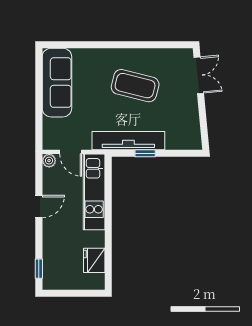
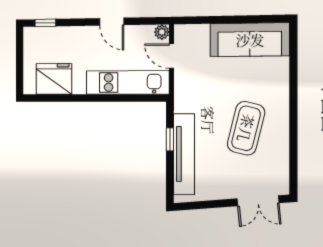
tv unit: (128, 141) -> (184, 154), moved
door: (71, 152) -> (171, 56), hinge flipped
fridge: (94, 260) -> (54, 79), width x1.36, depth x1.34

